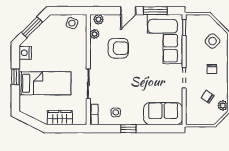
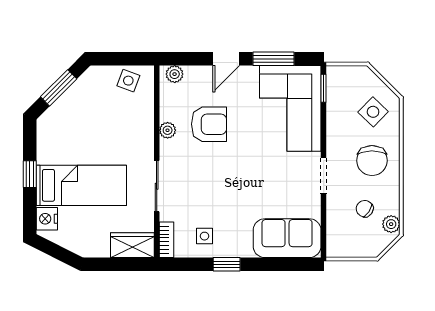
plant: (94, 34) -> (168, 130), moved
nightstand: (25, 53) -> (47, 219), moved
chair: (212, 69) -> (372, 161), width x1.87, depth x1.87
wardrobe: (60, 118) -> (132, 245), moved

